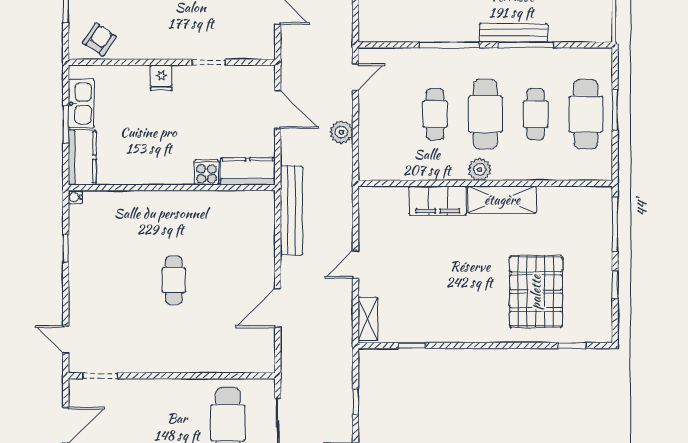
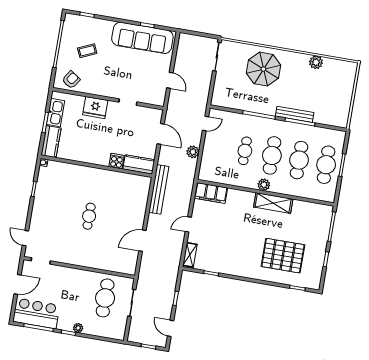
fridge: (161, 78) -> (95, 108), width x1.88, depth x1.34
cafe table: (536, 114) -> (299, 160), width x1.37, depth x1.35
filing cabinet: (438, 201) -> (211, 193), moved
pallet: (536, 292) -> (283, 256), turned 90

